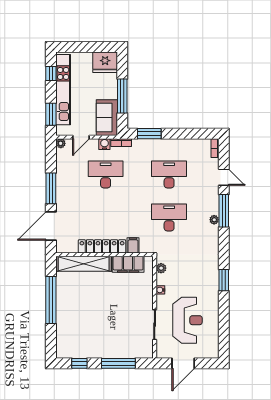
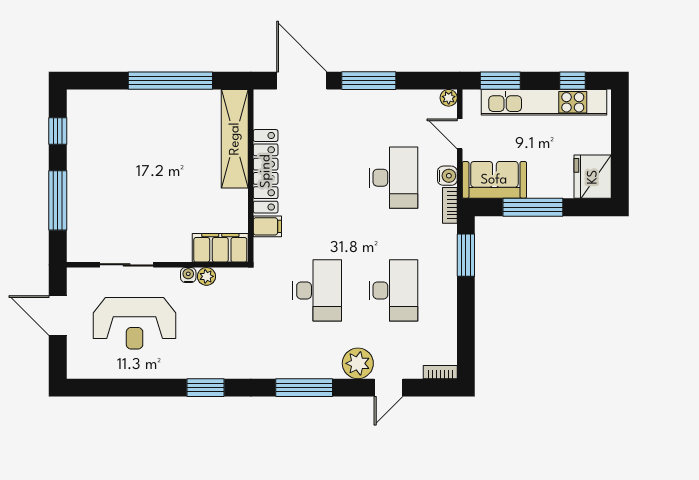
window: (224, 211) -> (304, 388), moved
plant: (214, 220) -> (358, 363), moved, width x1.87, depth x1.87
filing cabinet: (128, 264) -> (220, 248), moved, turned 90
plant: (161, 268) -> (206, 276), moved

